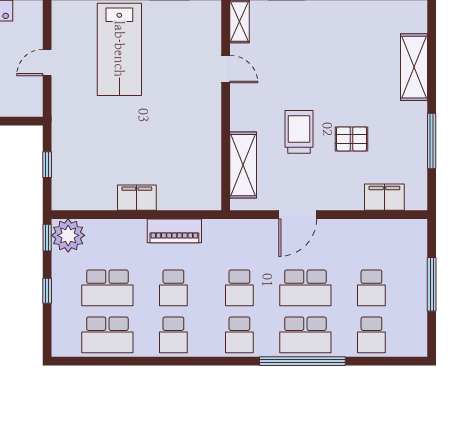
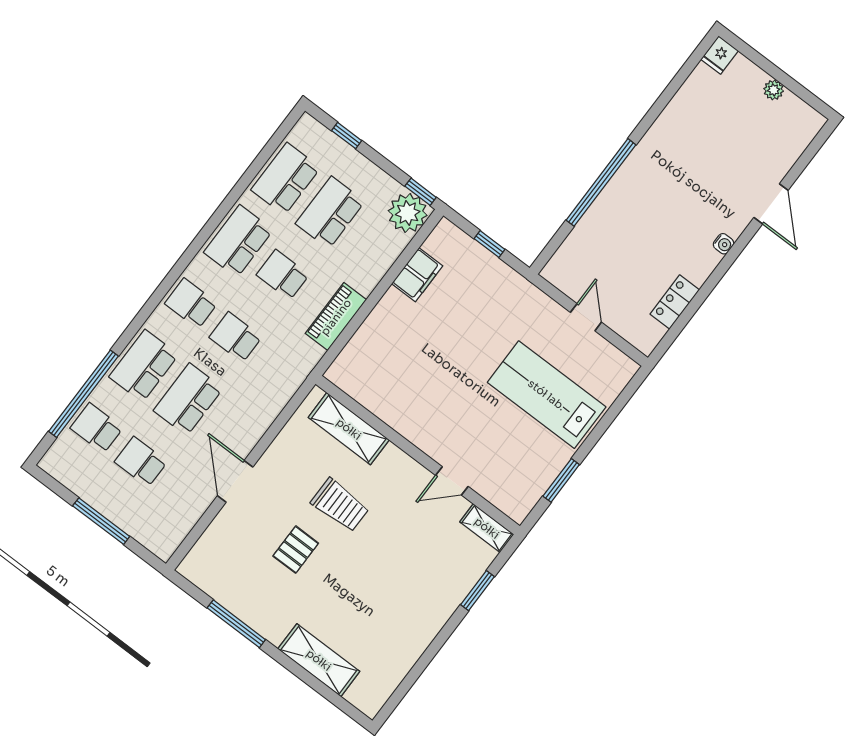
filing cabinet: (384, 197) -> (217, 539), removed
filing cabinet: (137, 198) -> (417, 275), moved
door: (298, 215) -> (235, 481), moved
window: (47, 291) -> (347, 136), moved
school desk: (173, 335) -> (238, 241), width x1.85
window: (302, 361) -> (83, 394), moved

